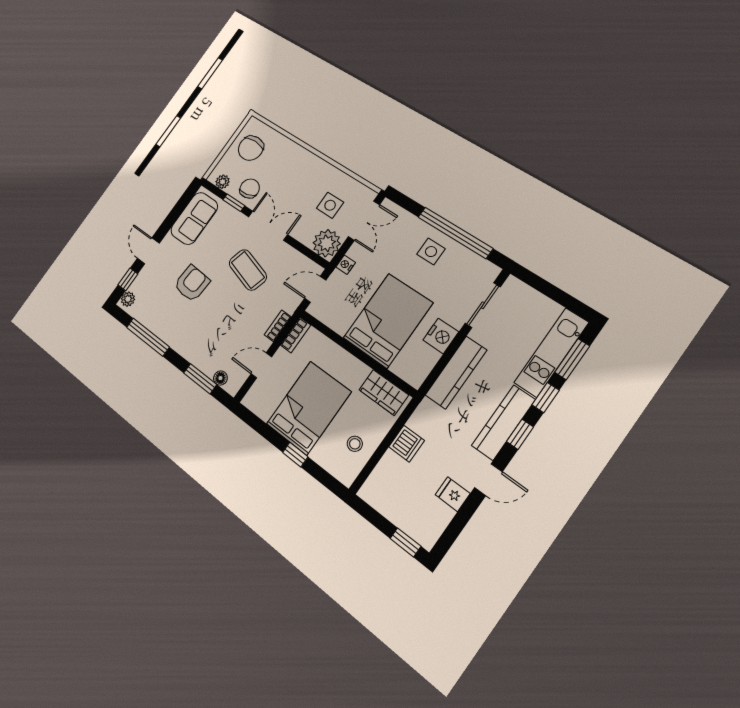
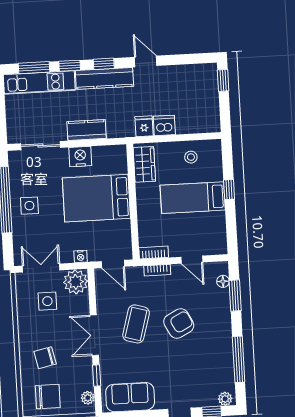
chair: (250, 189) -> (45, 358), moved
armchair: (192, 283) -> (179, 323), moved, turned 149
kitchen counter: (456, 372) -> (87, 130), width x0.67
bed: (309, 408) -> (193, 198), width x0.67
fridge: (453, 494) -> (144, 126), moved, turned 180

